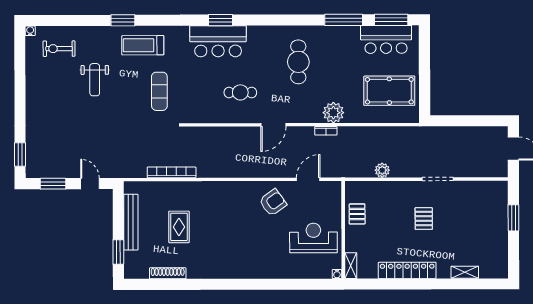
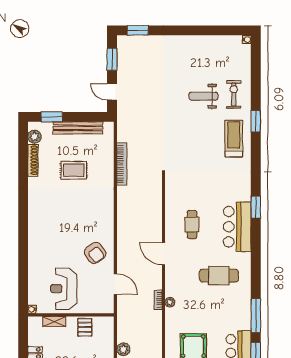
bar counter: (218, 41) -> (237, 227), moved
exercise bike: (59, 49) -> (234, 94), moved
exercise mat: (159, 91) -> (193, 153), removed
plant: (333, 113) -> (170, 302), width x0.53, depth x0.53
door: (90, 184) -> (112, 92), swing flipped
pallet: (357, 214) -> (85, 327), turned 90
reception desk: (313, 238) -> (64, 289), turned 180
shelving: (351, 266) -> (54, 322), moved
plant: (141, 271) -> (35, 137), added

